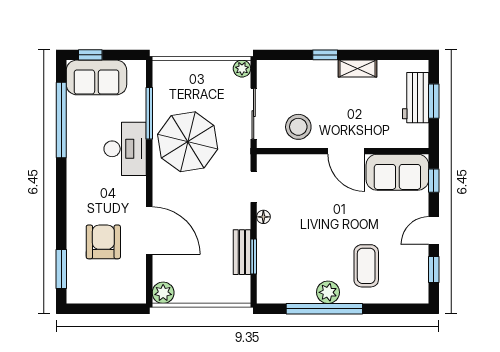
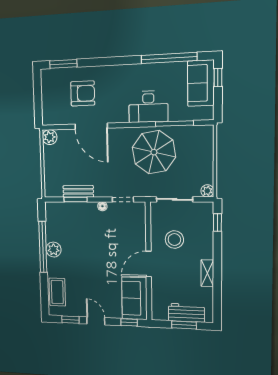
window: (325, 55) -> (217, 222), moved
stool: (298, 127) -> (174, 240), moved
door: (149, 231) -> (91, 126), hinge flipped
coffee table: (366, 266) -> (57, 292), moved, turned 90

